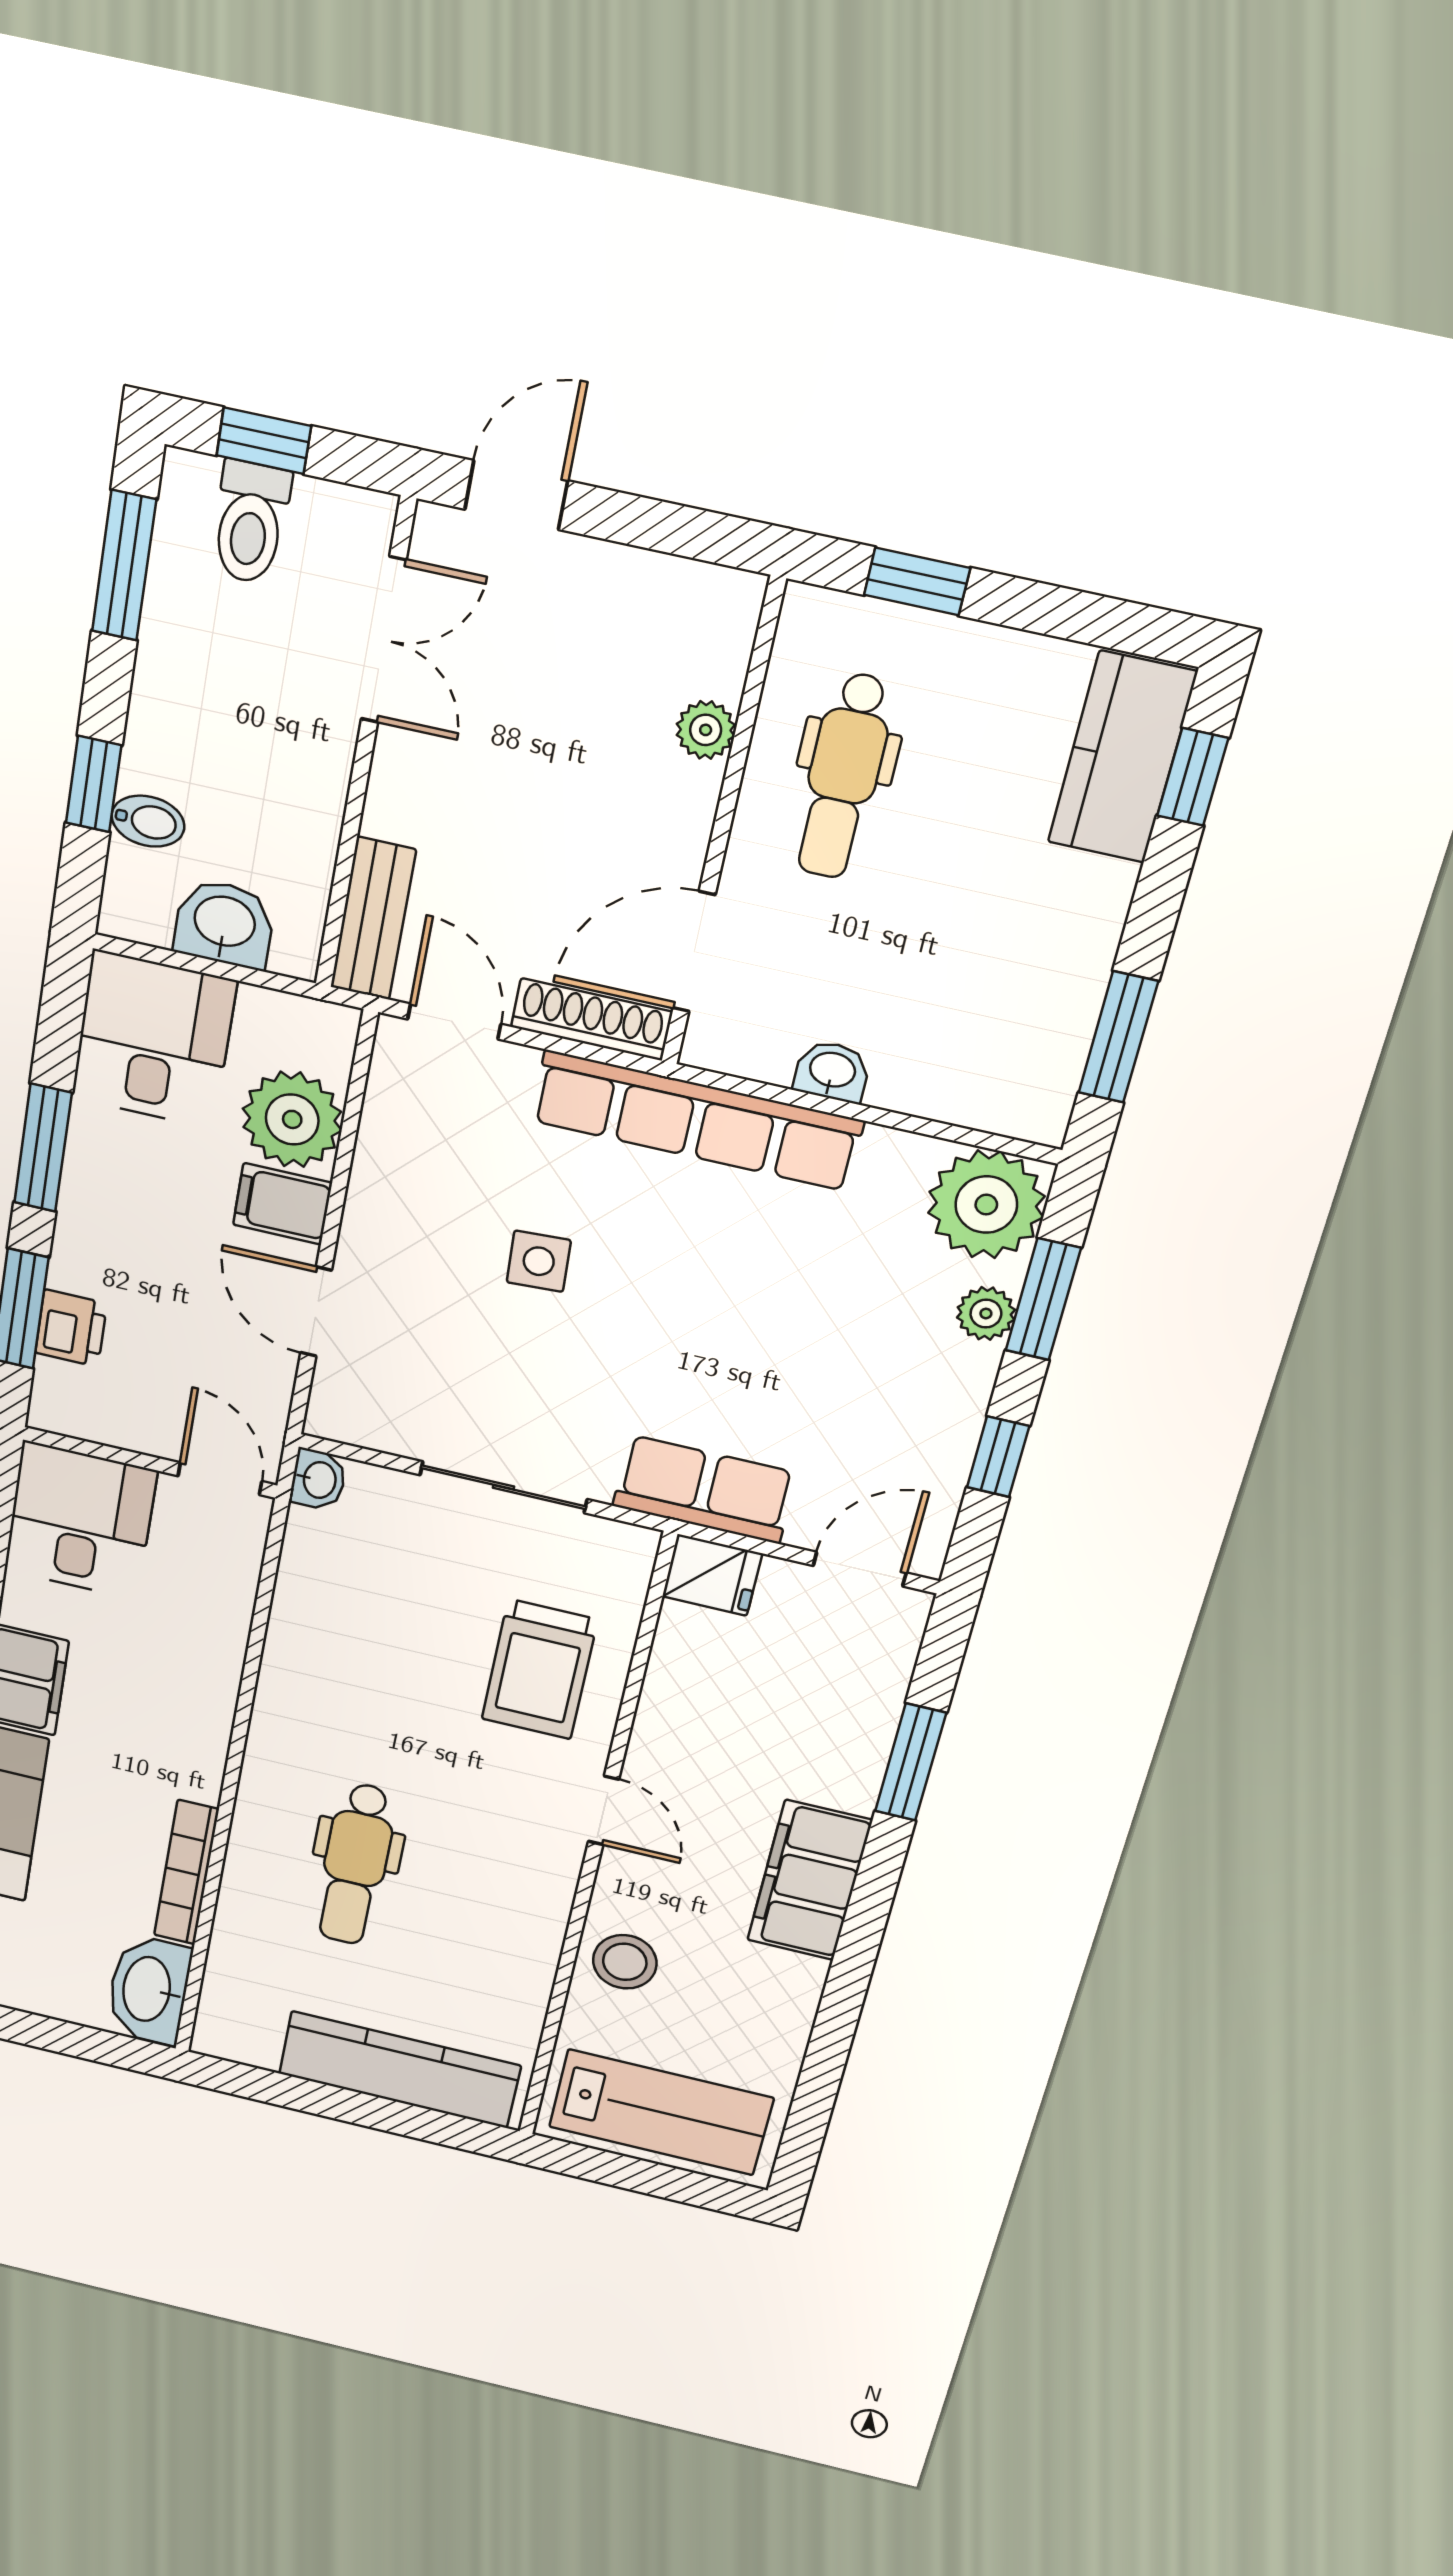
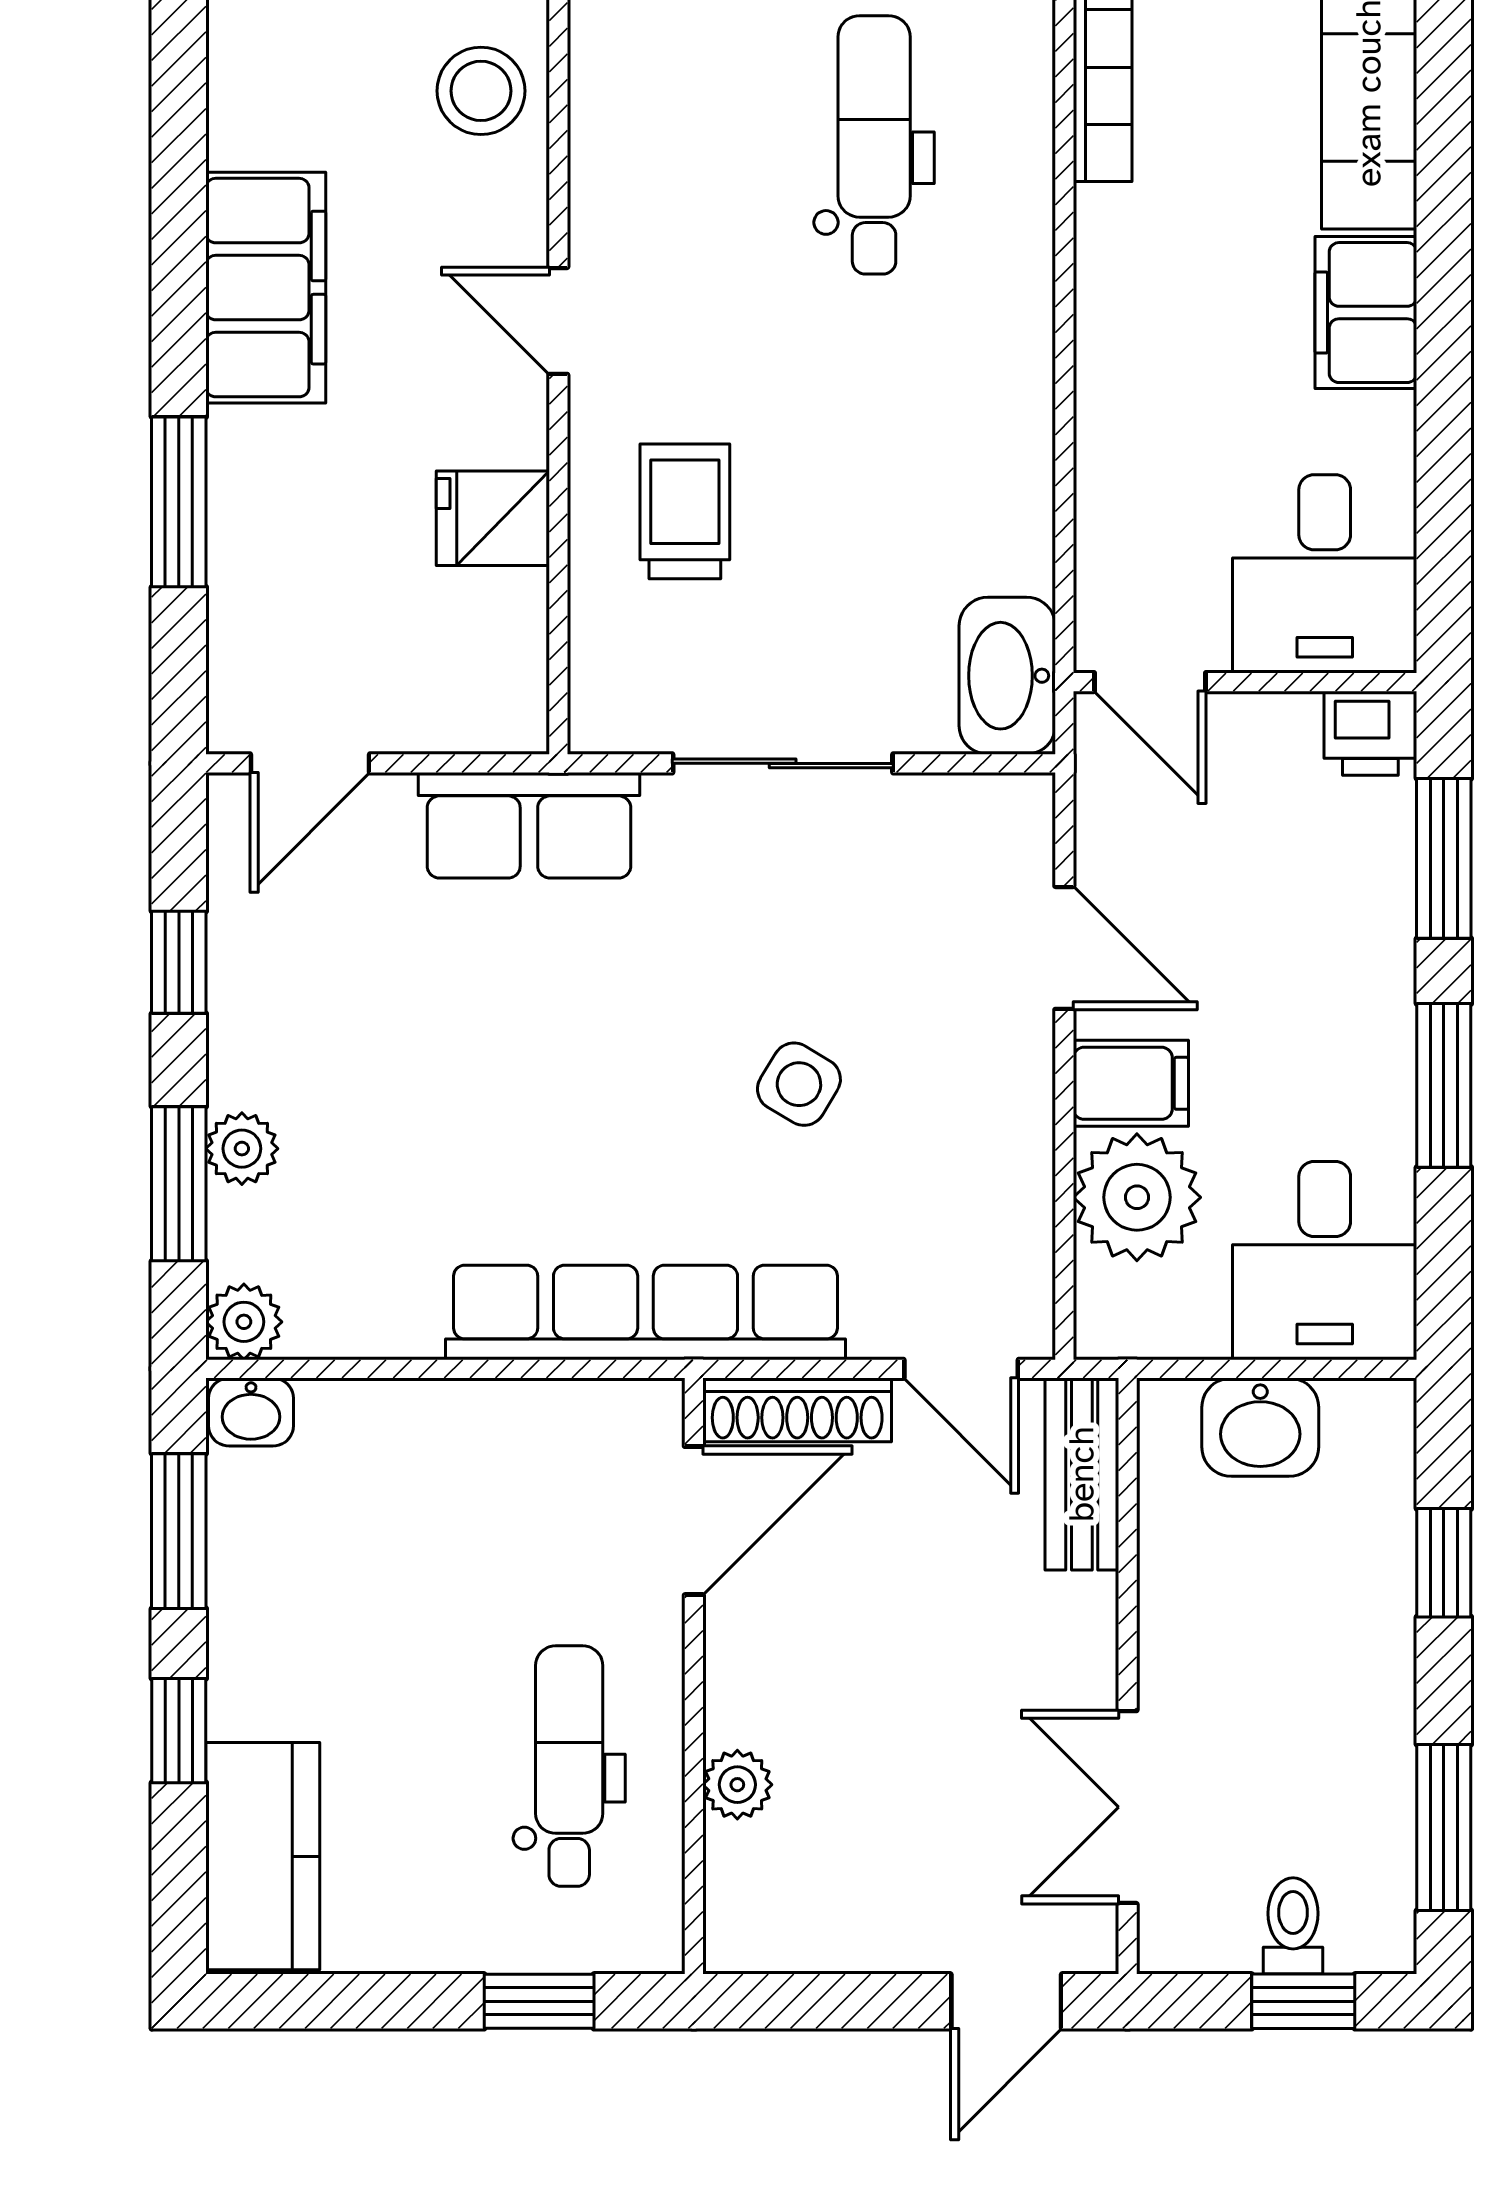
toilet: (250, 522) -> (1293, 1926), width x0.73, depth x0.72
window: (1193, 777) -> (179, 1731), moved
bidet: (148, 821) -> (1372, 1532), removed
washbasin: (832, 1071) -> (251, 1412), moved
plant: (986, 1205) -> (244, 1322), width x0.53, depth x0.53
side table: (539, 1261) -> (799, 1084), turned 34
printer: (71, 1328) -> (1370, 733), moved, turned -90
washbasin: (318, 1480) -> (1007, 676), width x1.91, depth x1.45
fridge: (712, 1575) -> (493, 518), moved
trolley: (540, 1669) -> (685, 511), width x0.73, depth x0.72

